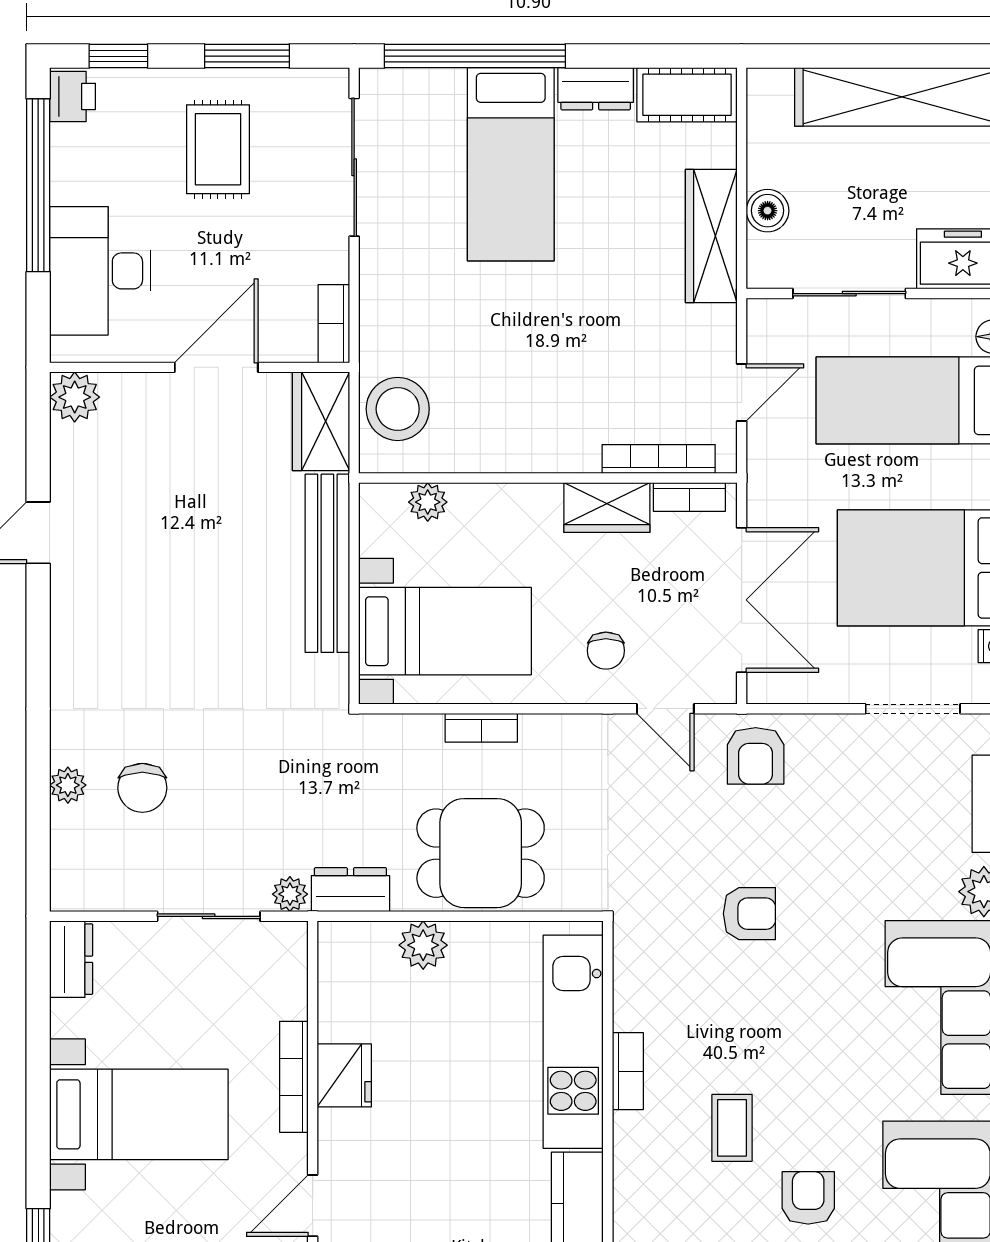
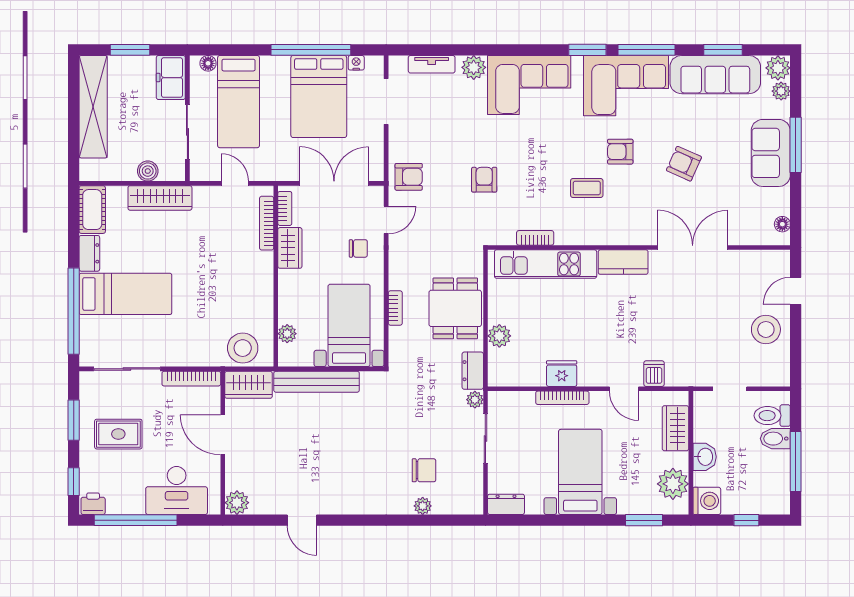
bookcase: (334, 324) -> (191, 379), width x1.56
bookcase: (628, 1071) -> (535, 238), moved

